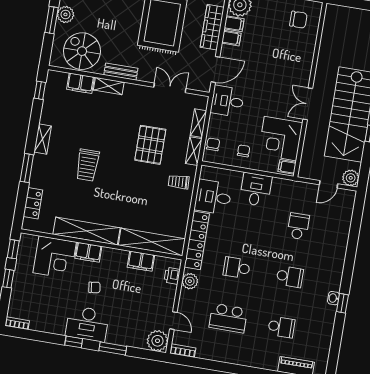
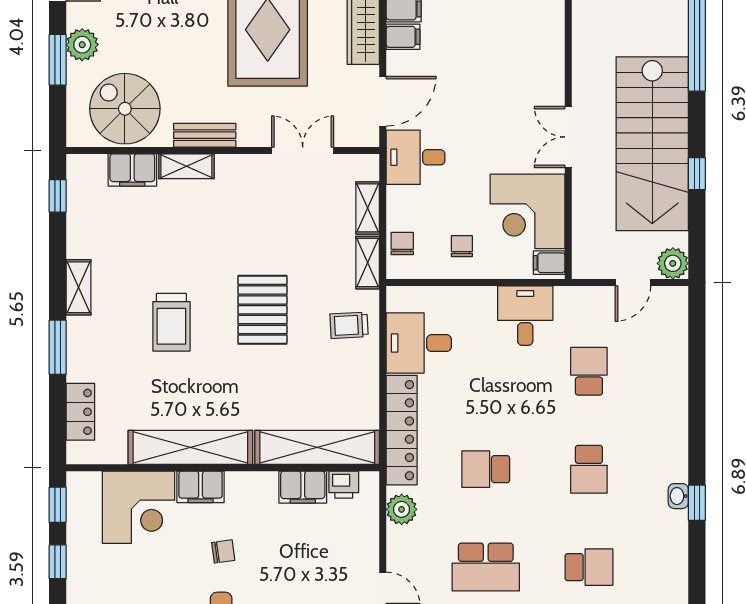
pallet: (150, 145) -> (262, 310), moved
desk: (256, 190) -> (525, 316), moved
printer: (172, 276) -> (344, 485), moved, turned -90
school desk: (290, 277) -> (589, 469), turned 90

